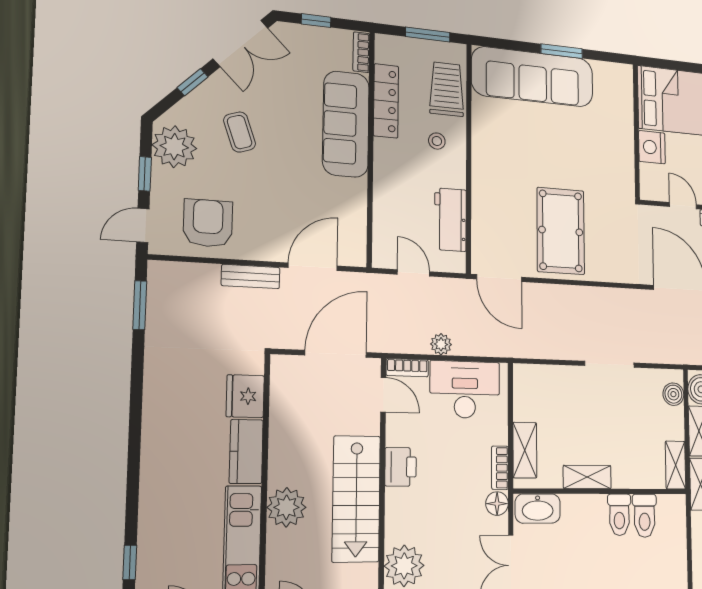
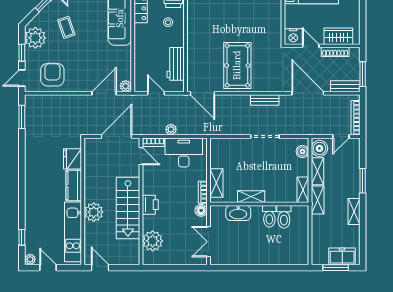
nightstand: (652, 147) -> (293, 37), moved, turned -90
plant: (355, 255) -> (126, 86), added
bench: (251, 276) -> (265, 100), moved
printer: (401, 467) -> (150, 205), moved
washbasin: (538, 509) -> (238, 213), moved

